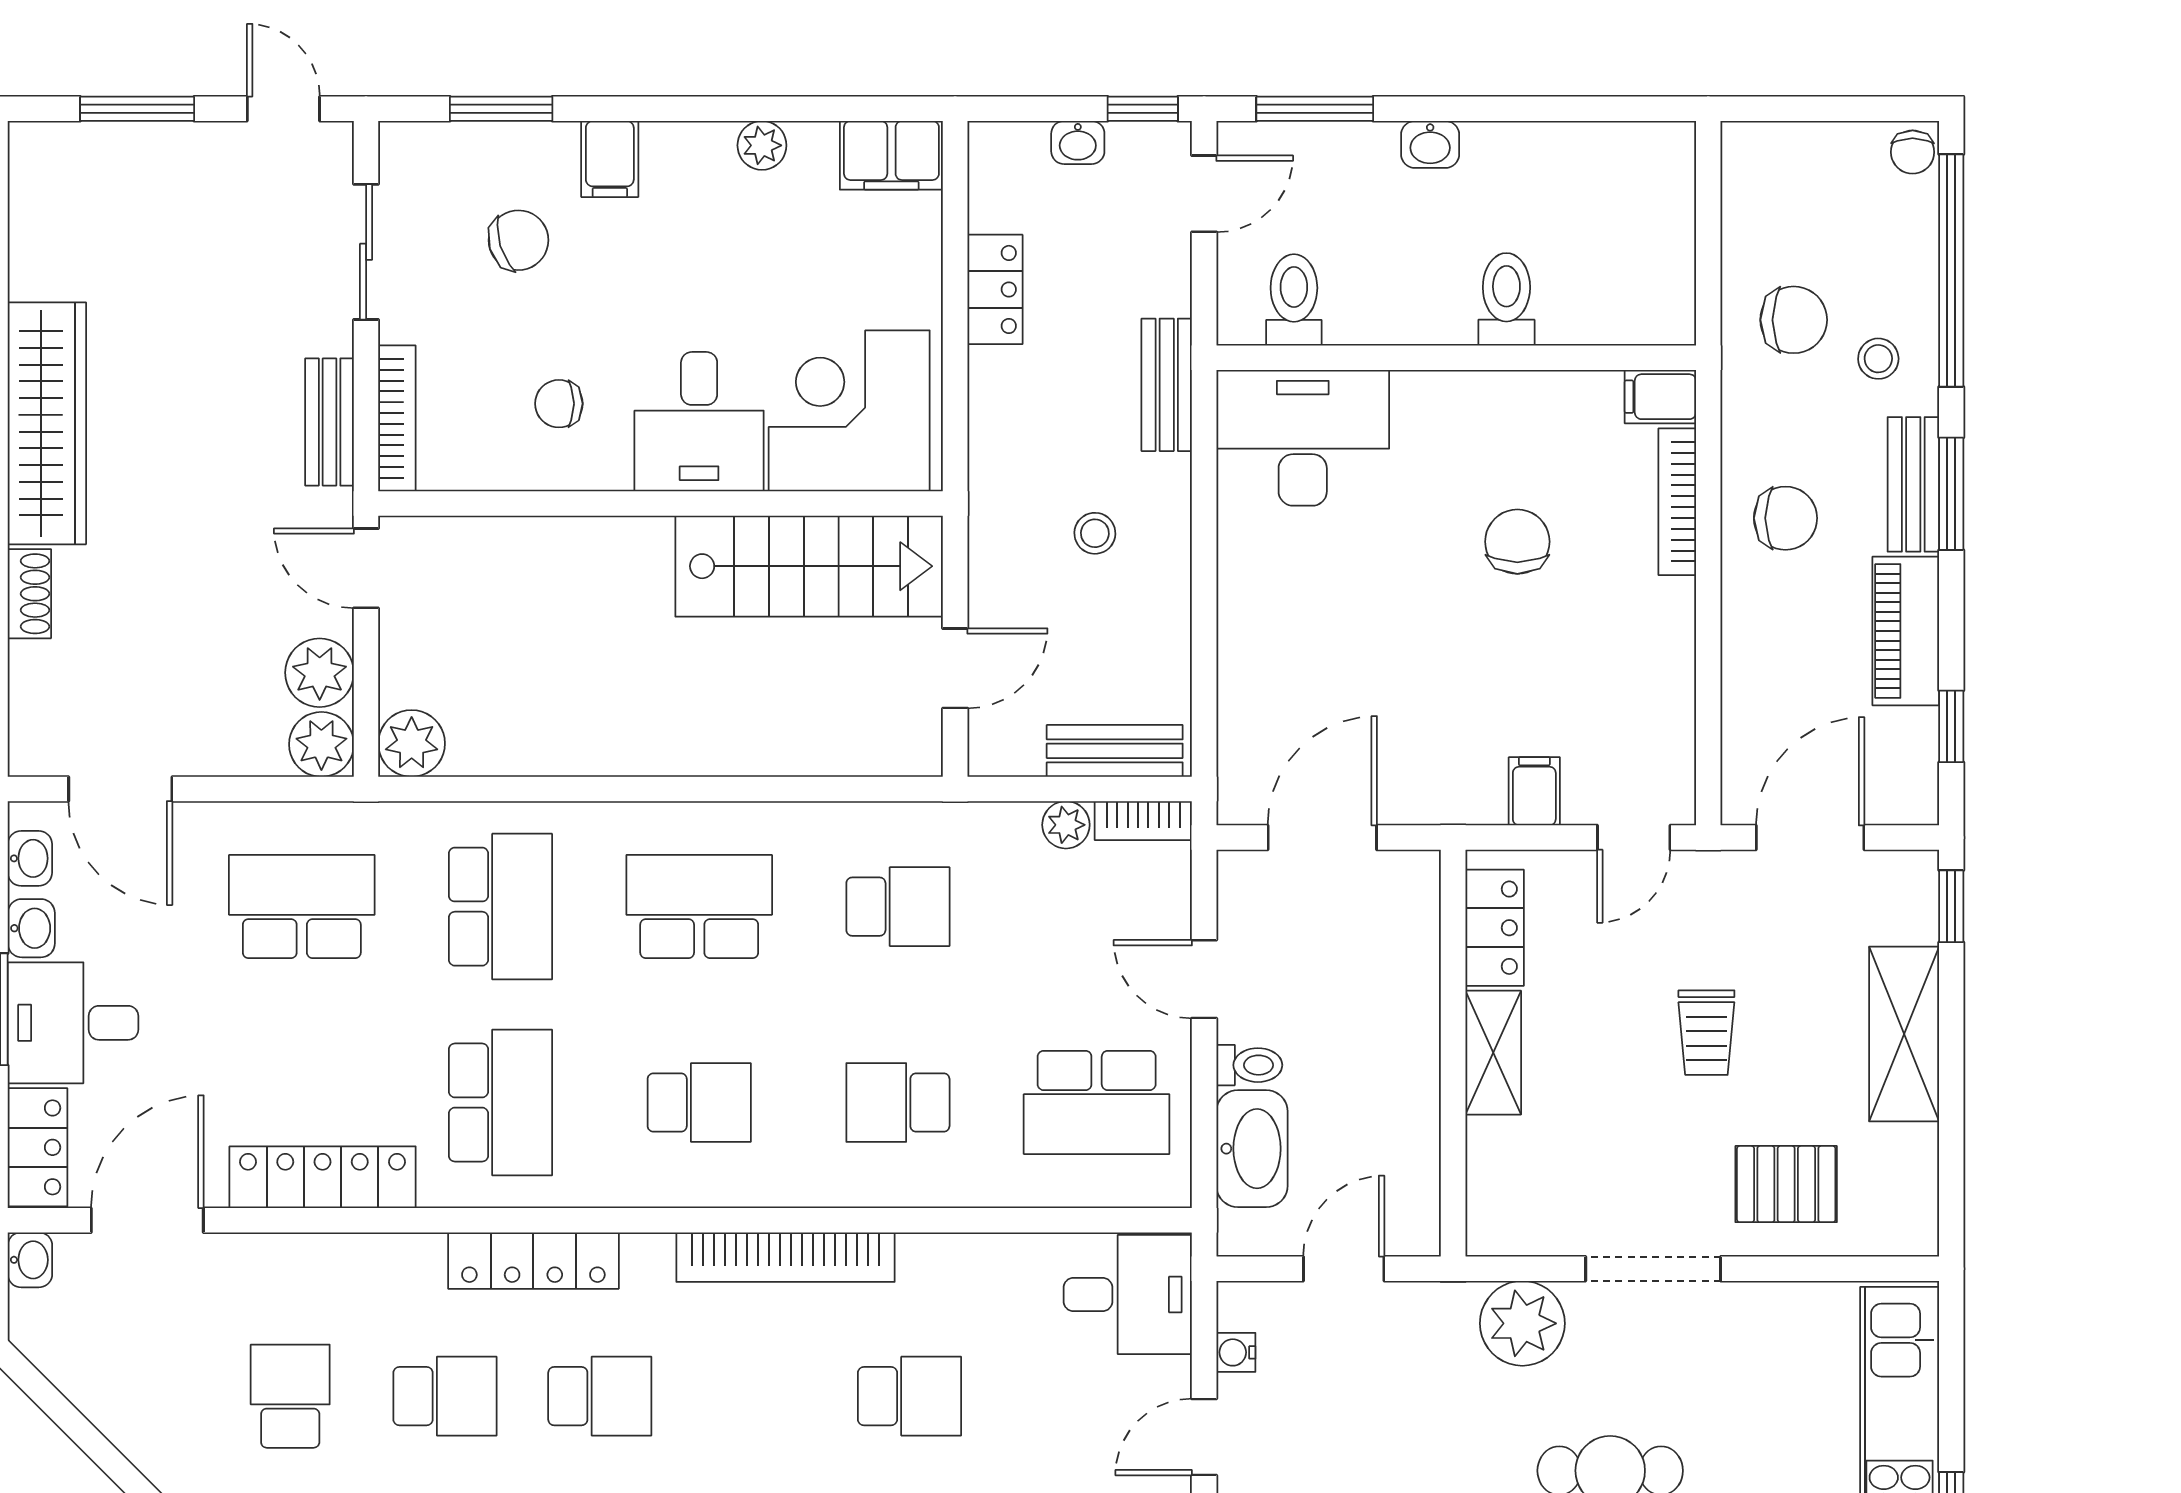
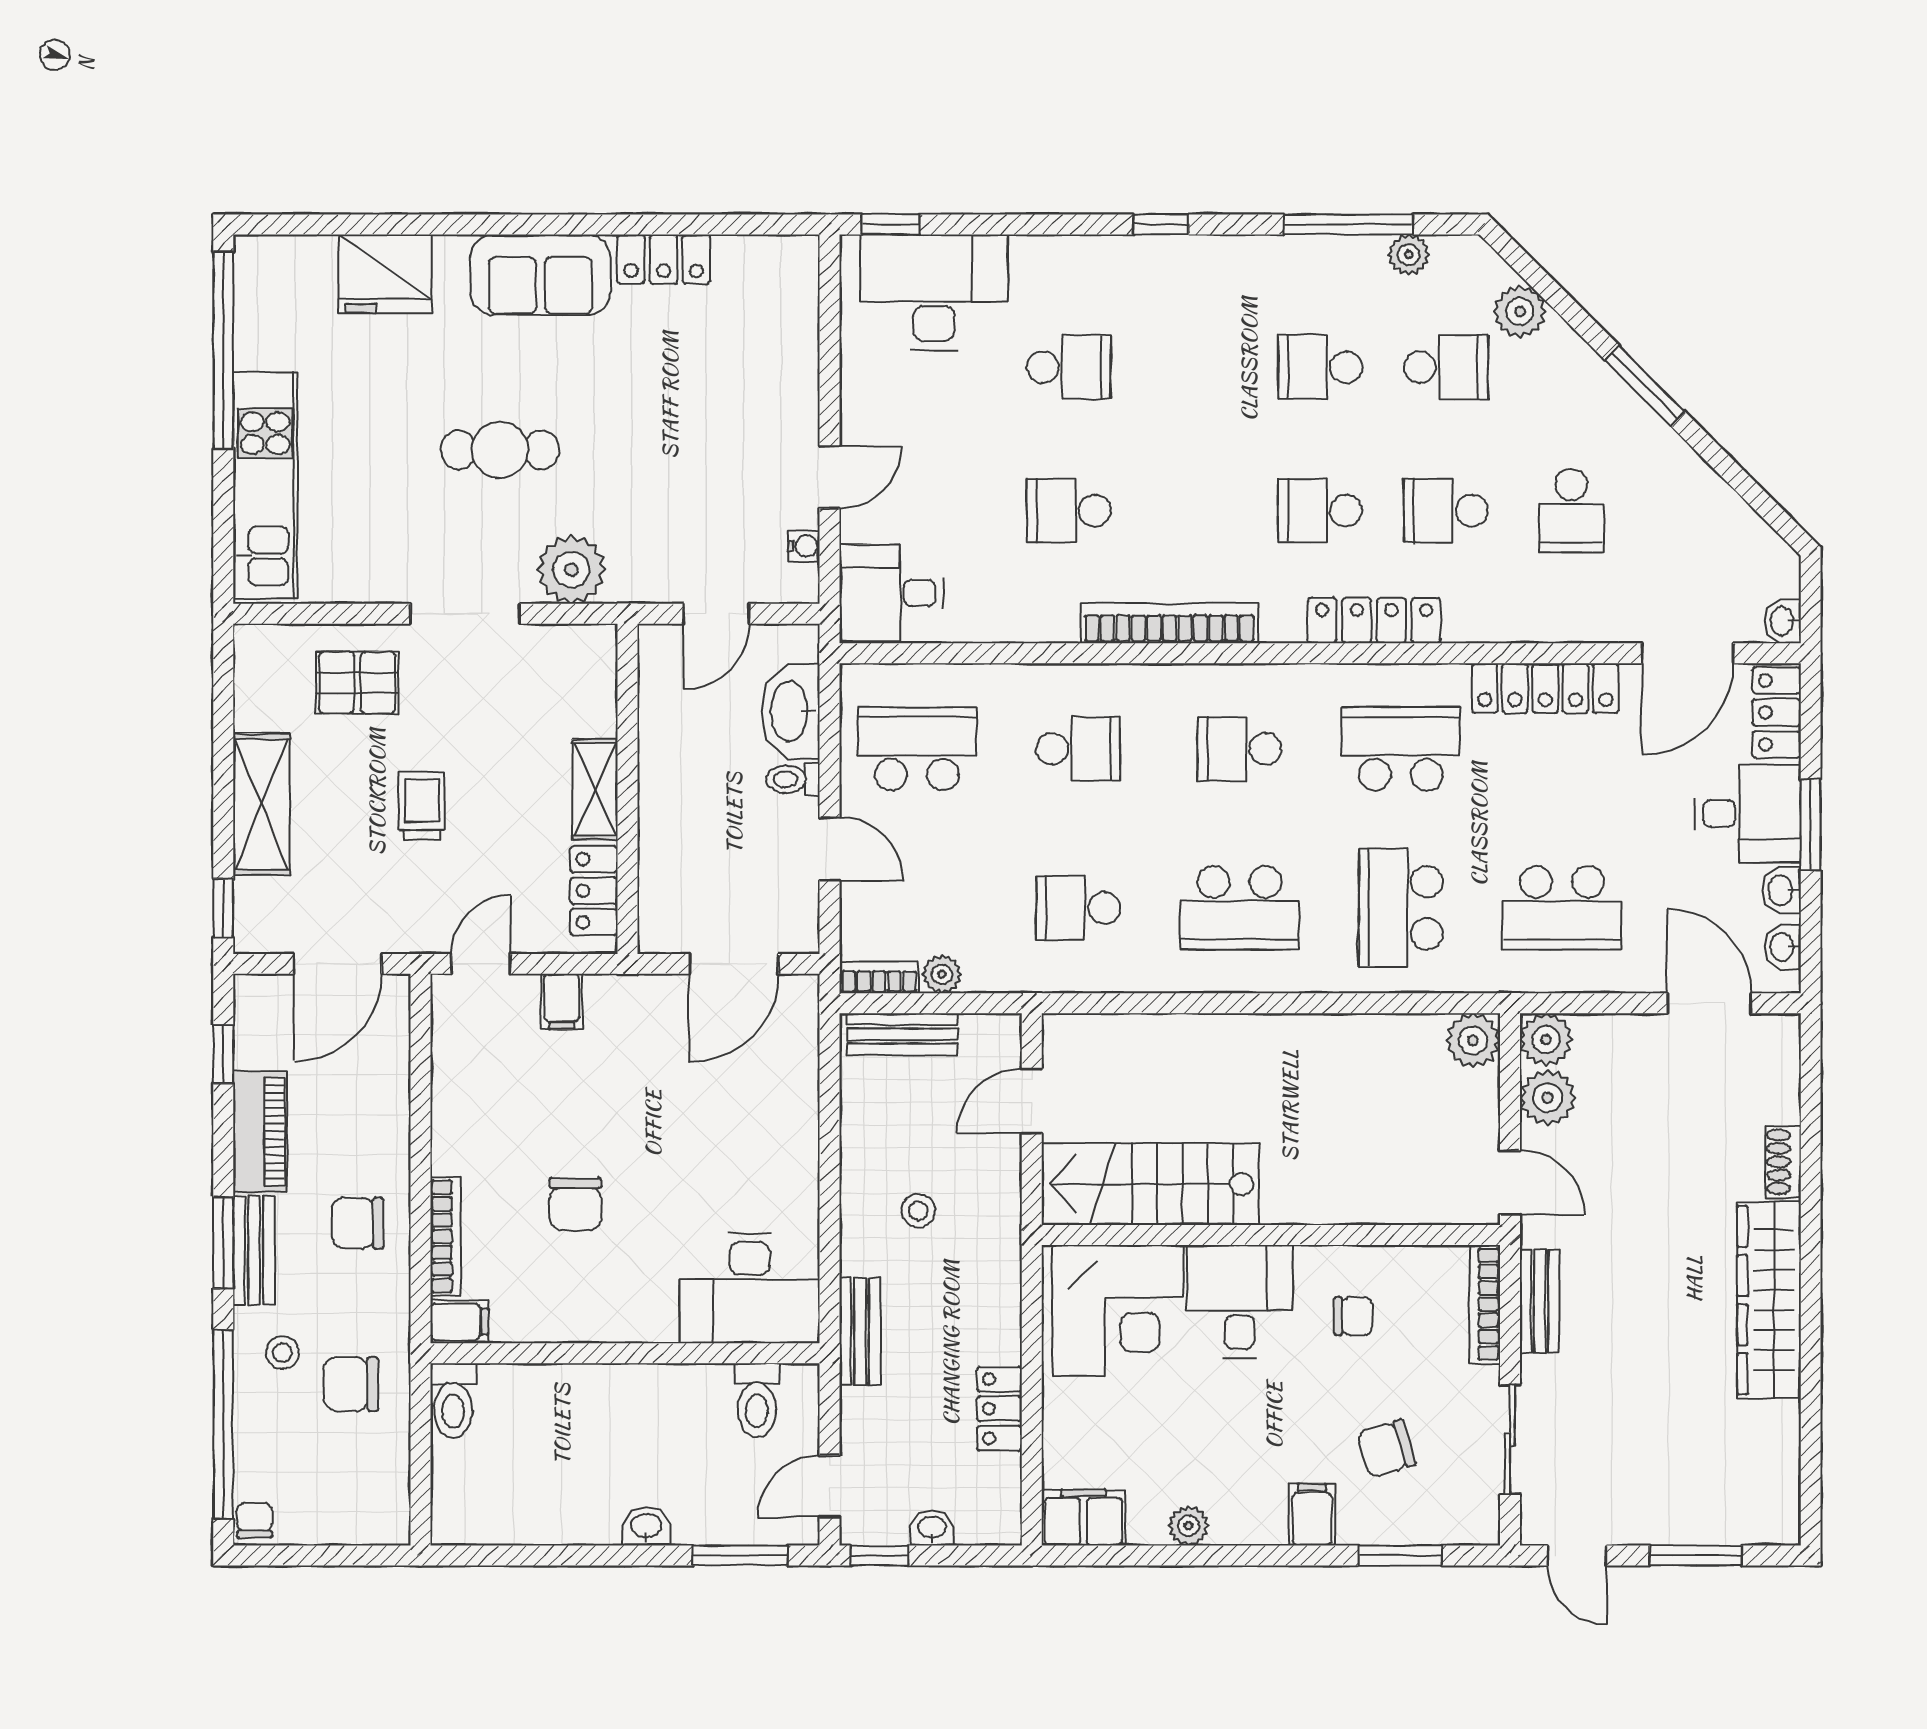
toilet: (1506, 299) -> (453, 1401), moved
school desk: (500, 1102) -> (1401, 749), turned 90

